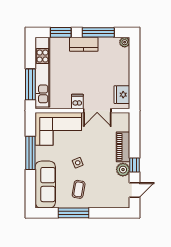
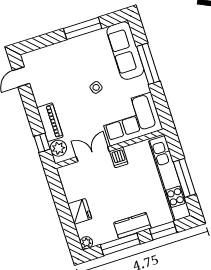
window: (30, 84) -> (185, 178), moved
fridge: (122, 95) -> (80, 211), moved
window: (30, 153) -> (148, 64), moved
window: (135, 165) -> (42, 143), moved
plant: (123, 170) -> (58, 148), moved
coffee table: (79, 189) -> (85, 57), removed

